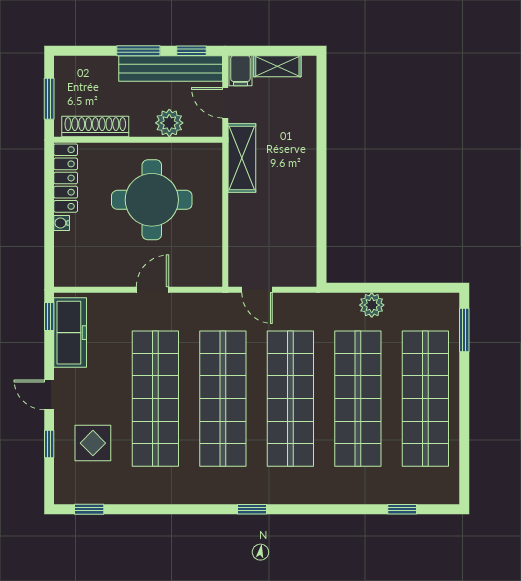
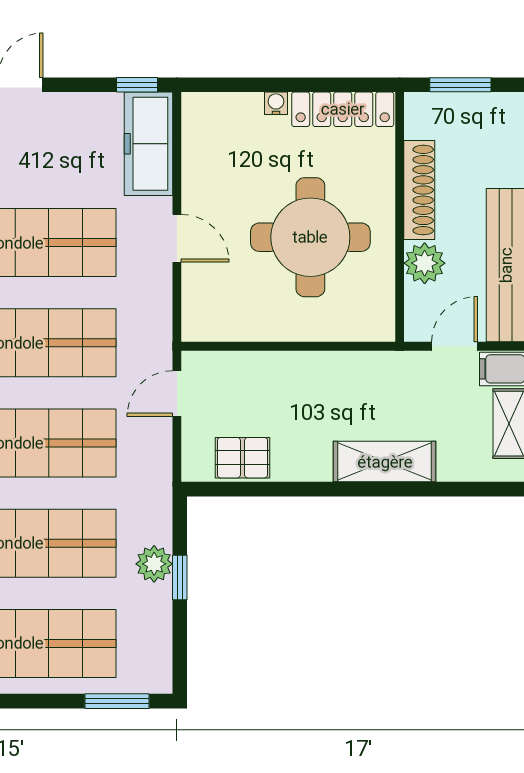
shoe rack: (95, 127) -> (419, 190), moved
shelving: (242, 158) -> (385, 462), moved
pallet: (300, 246) -> (242, 458), added
window: (381, 288) -> (180, 578), added
freezer: (70, 333) -> (148, 144), moved, turned 90

